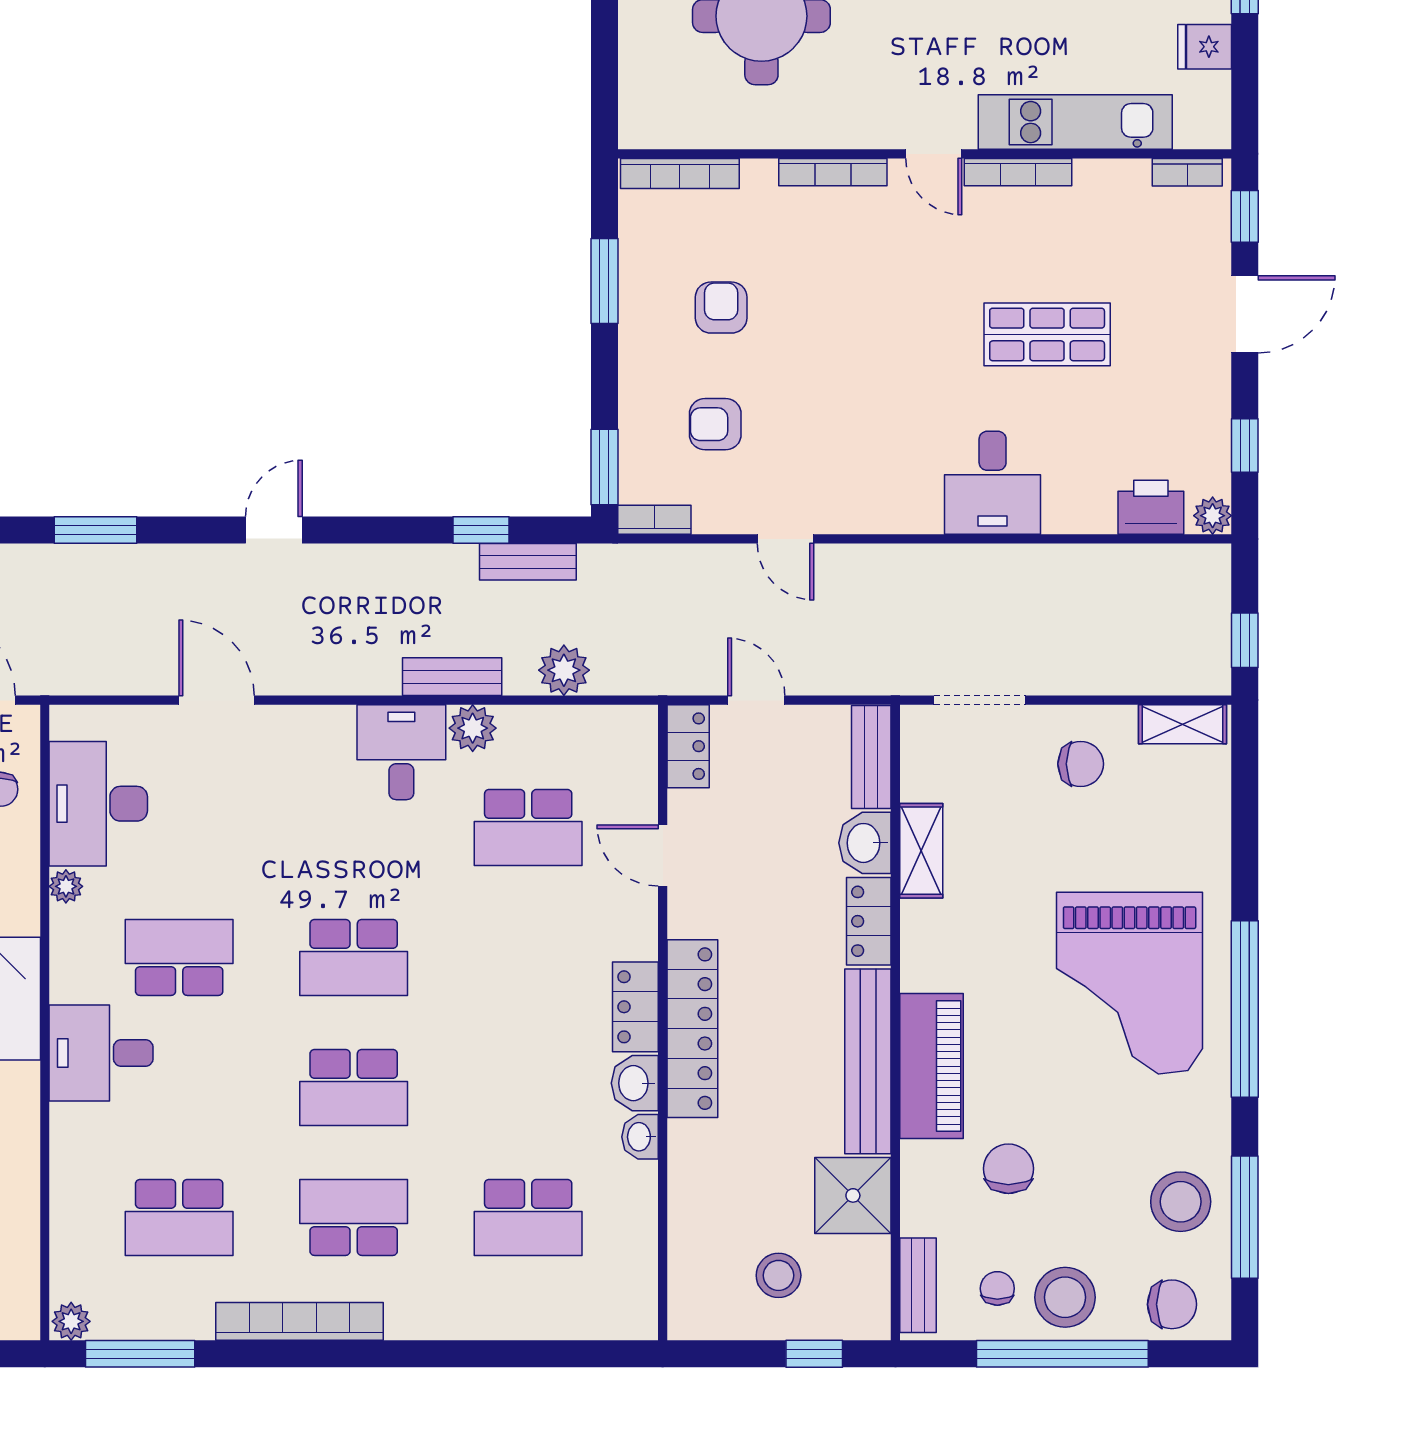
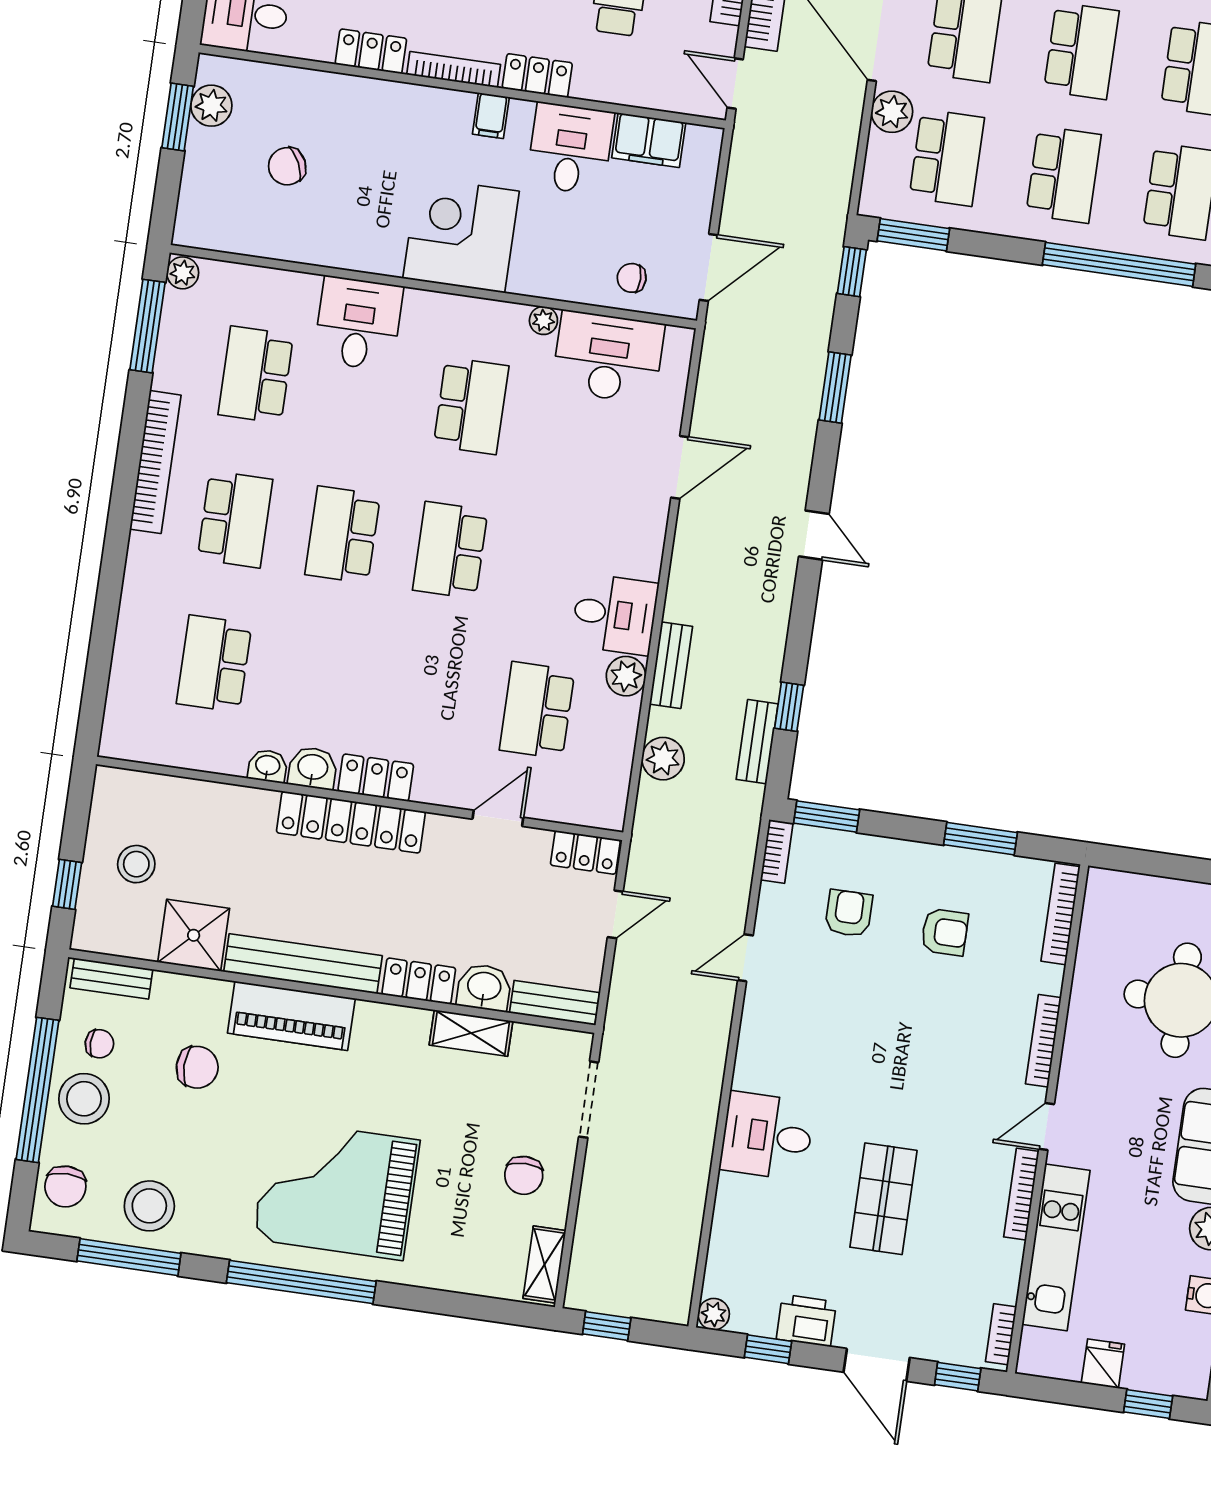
printer: (1151, 507) -> (806, 1321), moved, turned -90
desk: (101, 1053) -> (358, 323), moved

